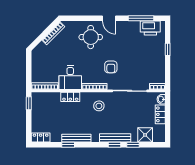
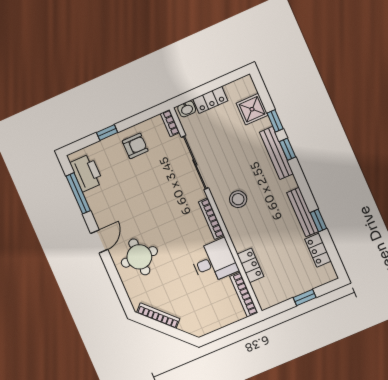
armchair: (111, 67) -> (135, 146), moved
locker: (70, 97) -> (250, 265), moved
window: (29, 103) -> (305, 298), moved
locker: (41, 138) -> (318, 250), moved

